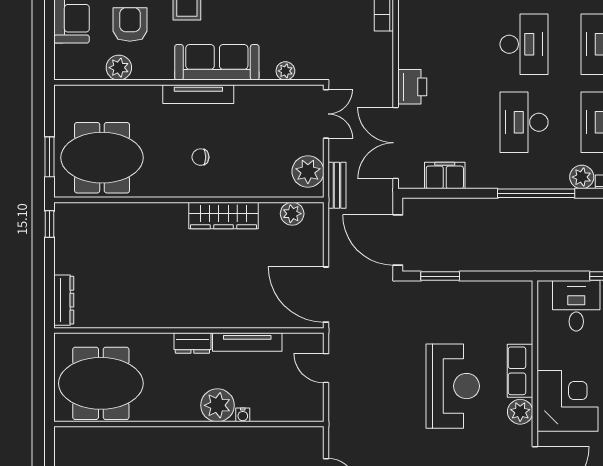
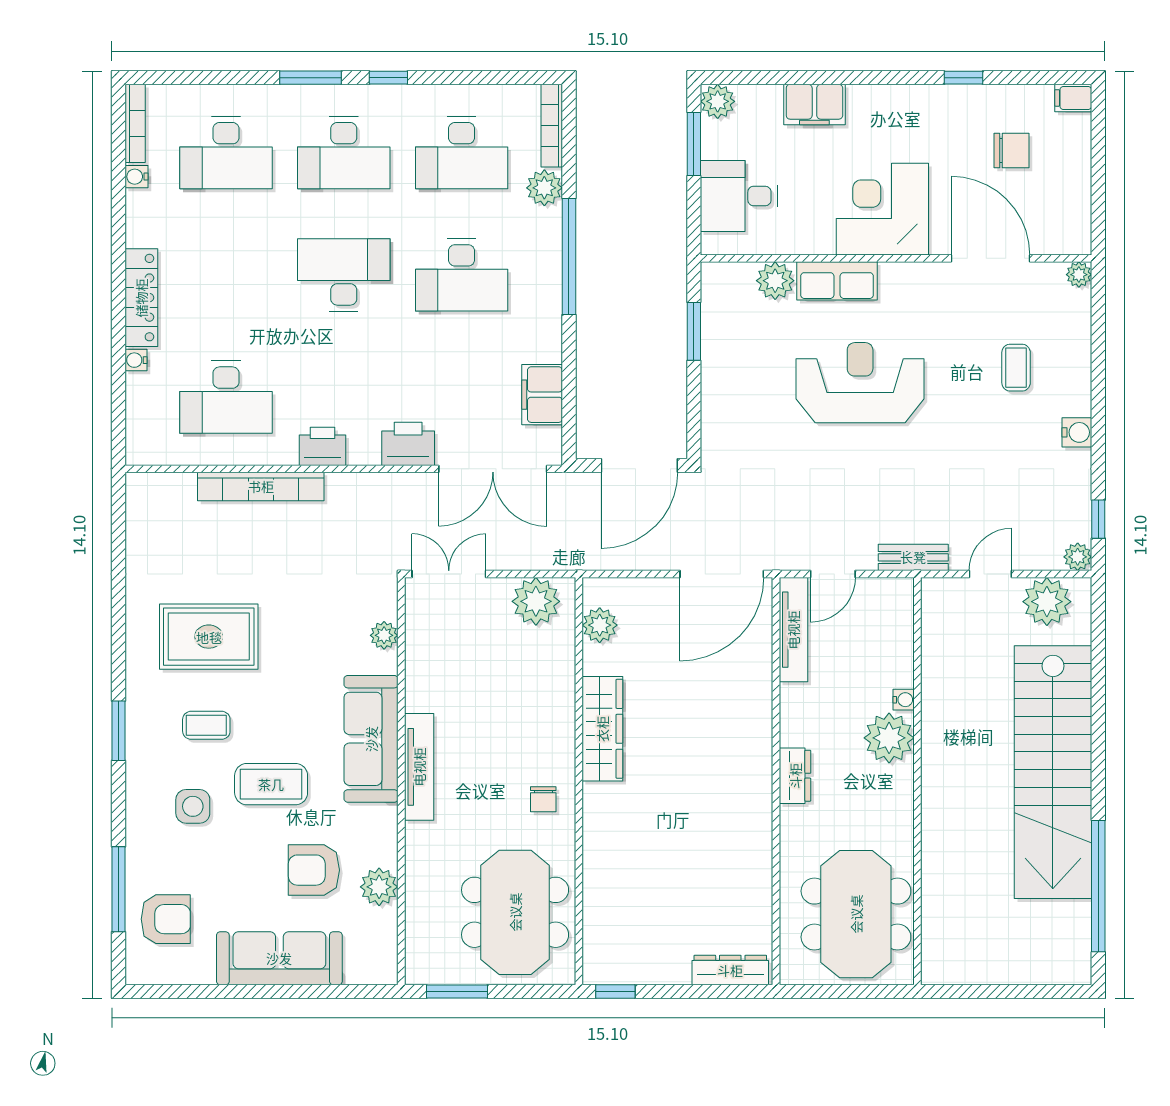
printer: (410, 30) -> (323, 446), added
window: (50, 157) -> (457, 992), moved
chair: (200, 157) -> (543, 799), moved
bench: (337, 185) -> (913, 557), moved
window: (440, 276) -> (694, 331), moved
tv unit: (247, 342) -> (793, 630), moved
plant: (520, 412) -> (775, 281), moved

